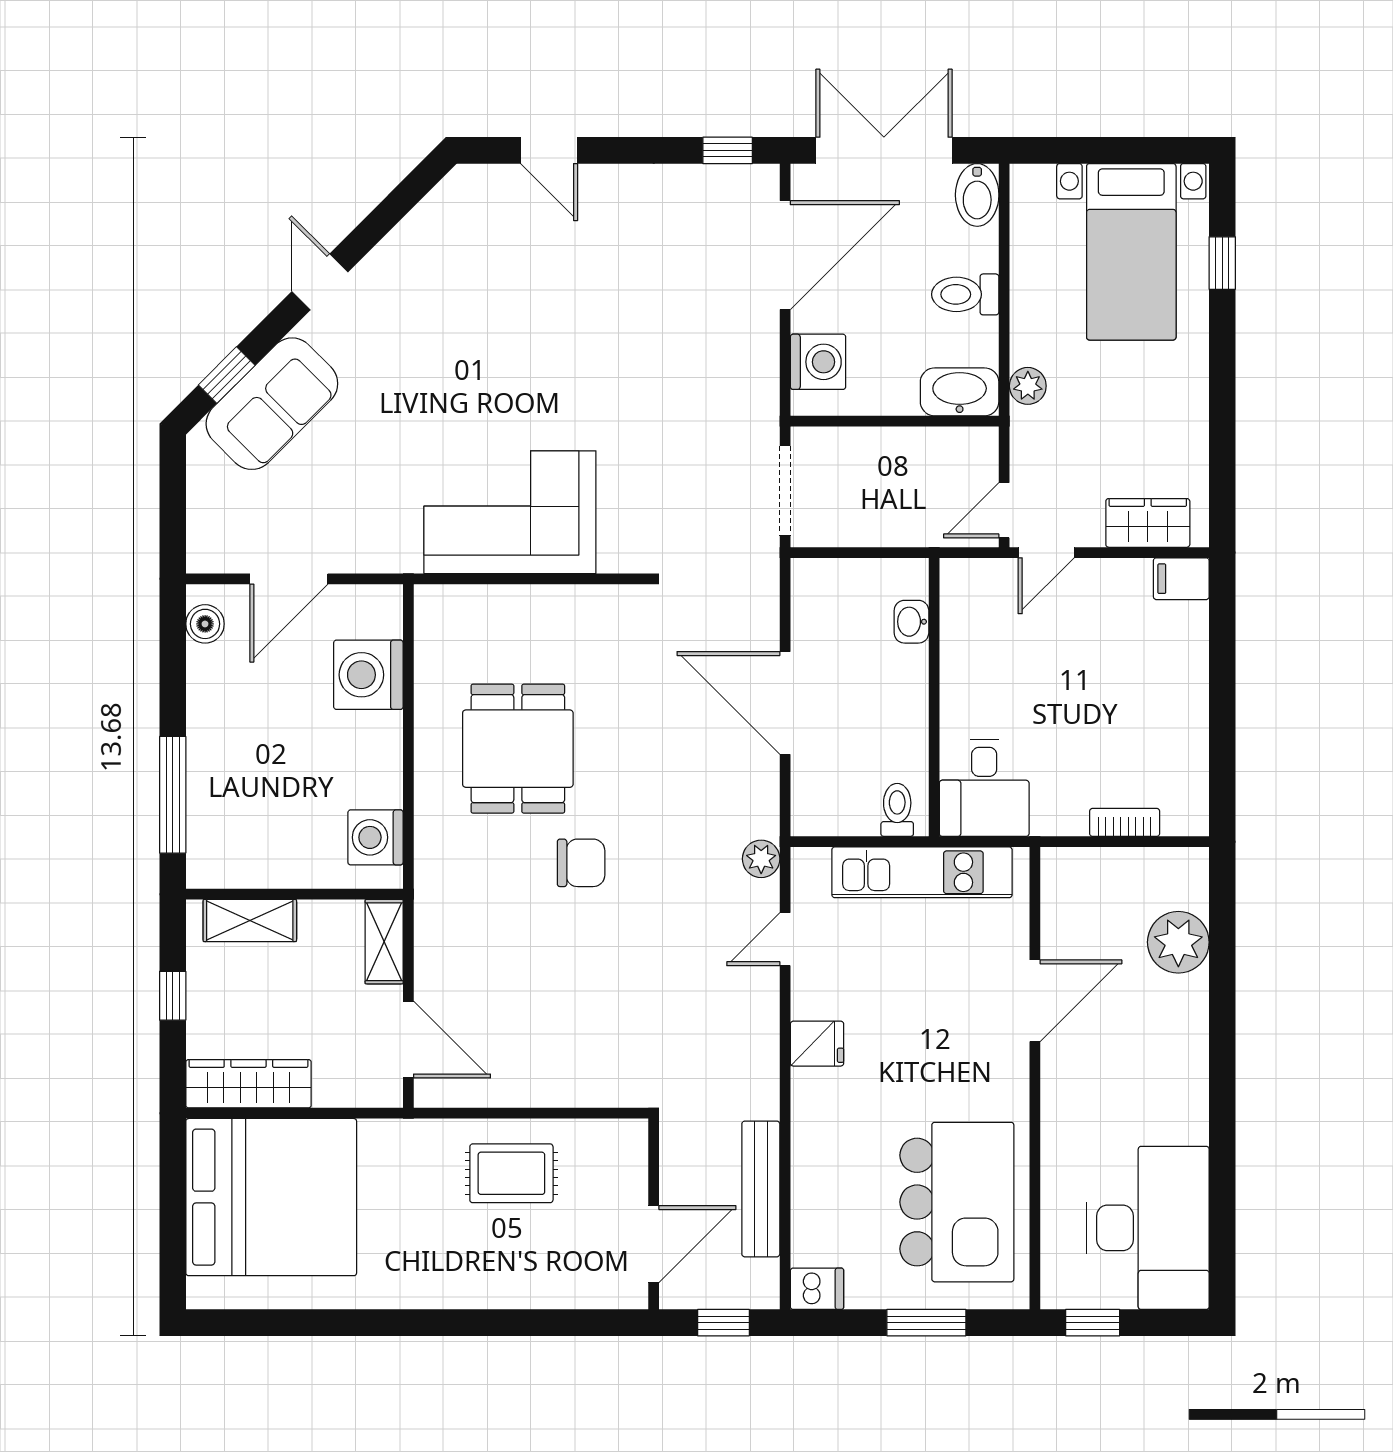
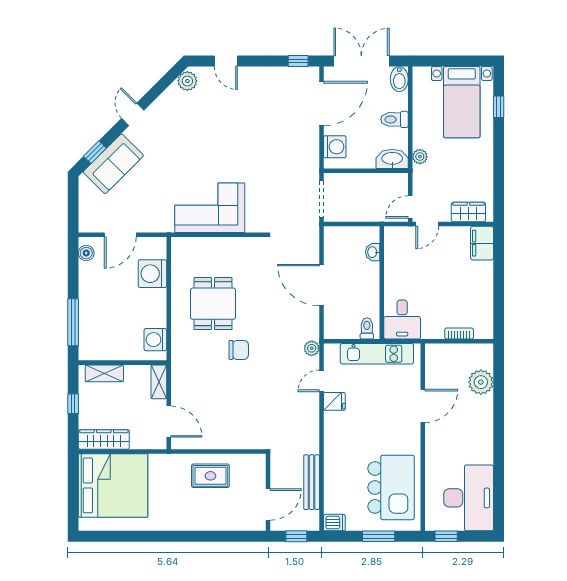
plant: (455, 200) -> (187, 81), added
filing cabinet: (1181, 579) -> (482, 243), width x2.00
fridge: (817, 1044) -> (334, 401), moved

